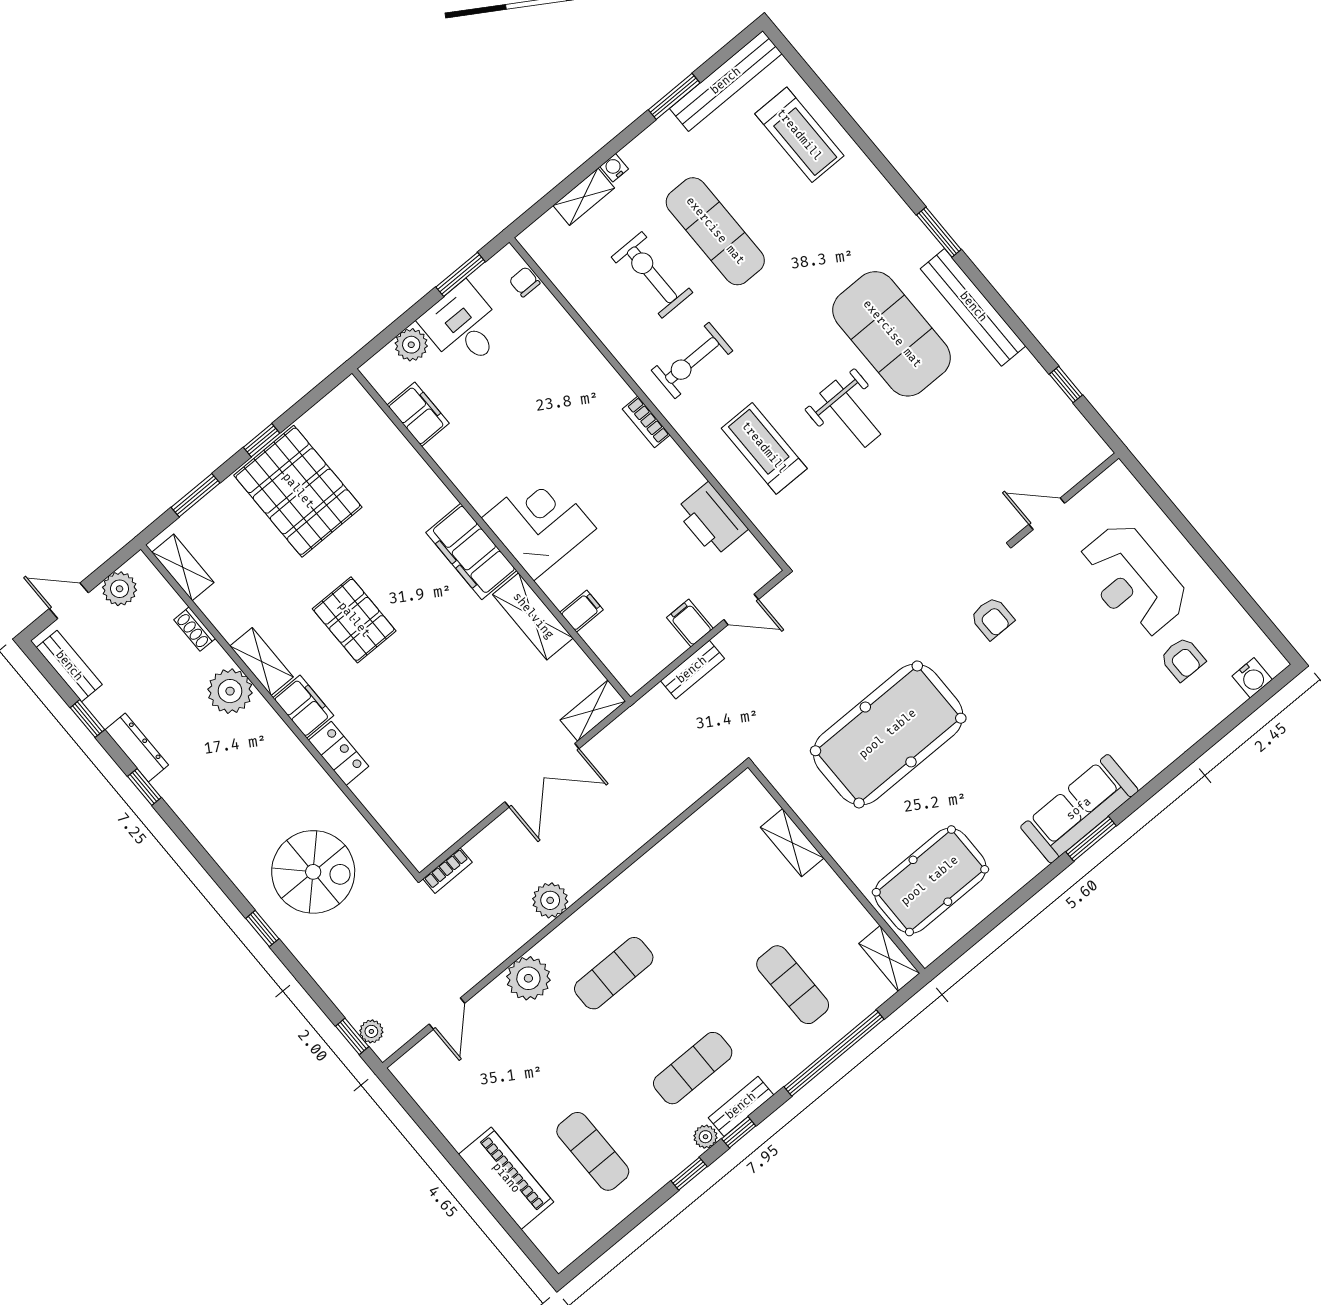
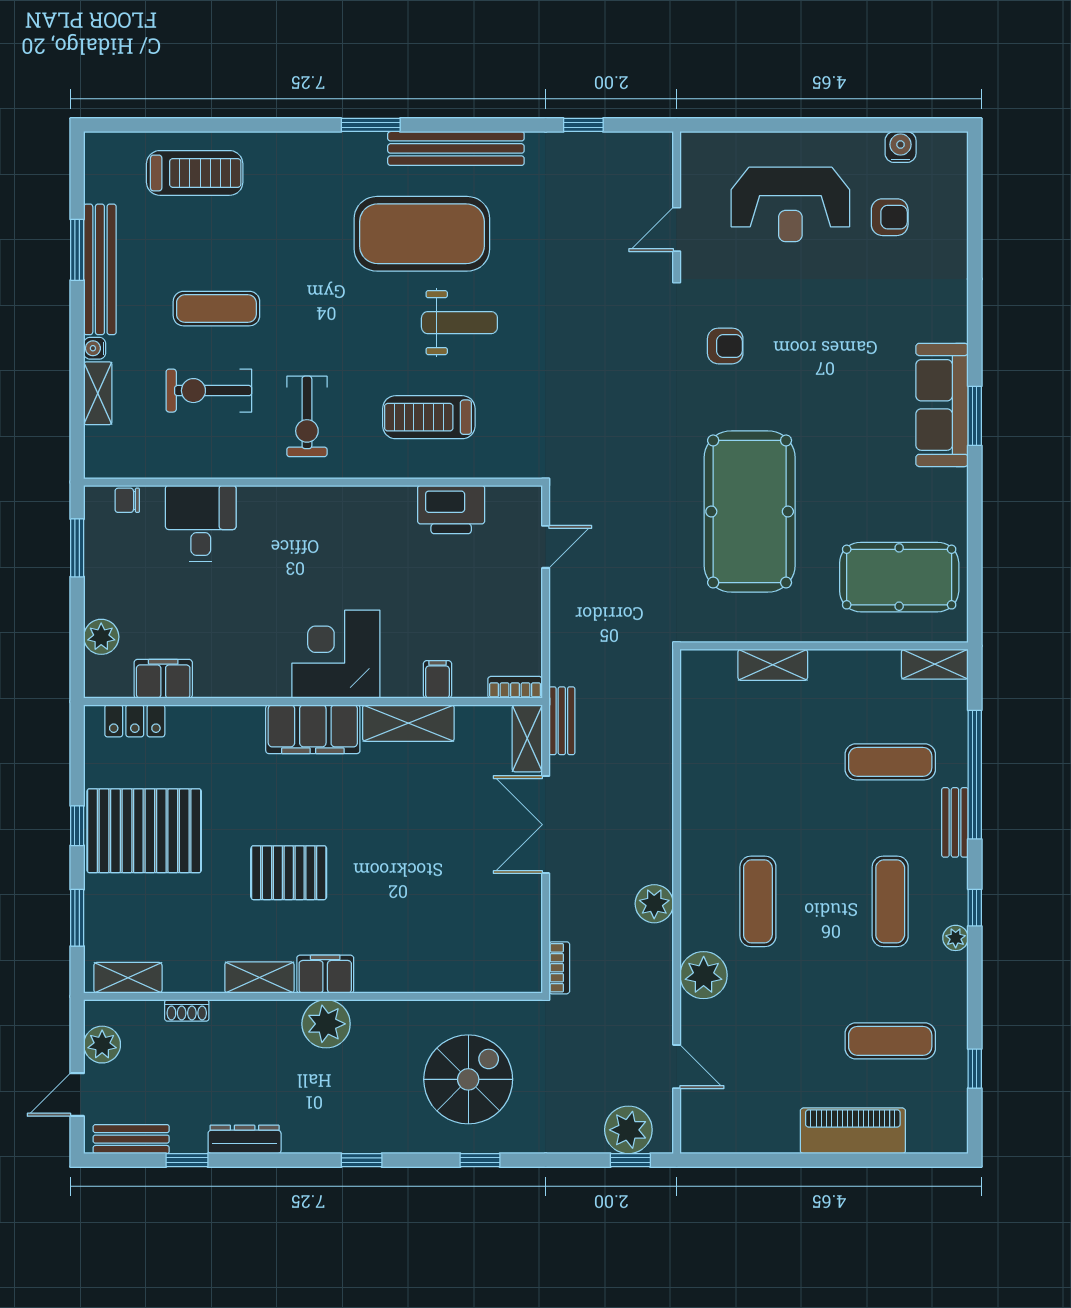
bench: (726, 81) -> (100, 269), moved
exercise mat: (715, 231) -> (216, 309), width x0.73, depth x0.69
desk: (463, 326) -> (201, 523), moved, turned 90
bookcase: (646, 422) -> (515, 687), moved, turned 180
filing cabinet: (690, 623) -> (522, 598), removed
bench: (692, 670) -> (562, 721), moved
water cooler: (1252, 678) -> (901, 147), moved, turned -90
plant: (230, 691) -> (326, 1024), moved
locker: (339, 753) -> (135, 721), moved, turned 180
double door: (542, 775) -> (546, 825), swing flipped
window: (144, 787) -> (362, 1160), moved
pool table: (930, 881) -> (899, 577), turned 90
plant: (371, 1031) -> (628, 1130), width x1.87, depth x1.87
bench: (741, 1106) -> (955, 822), moved
window: (689, 1174) -> (975, 1069), moved

